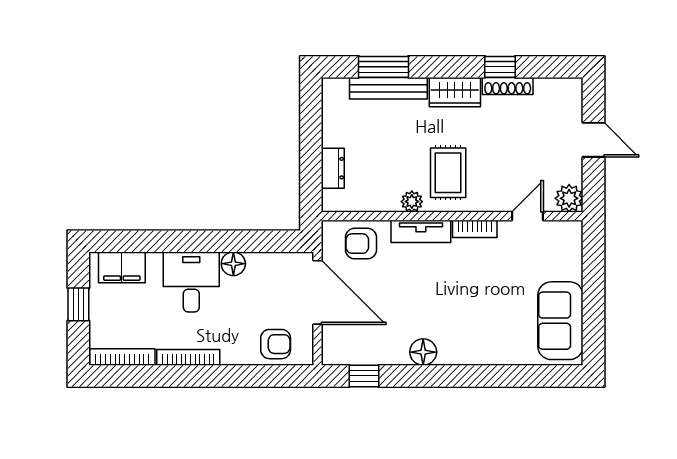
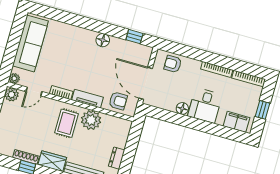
dresser: (333, 168) -> (117, 158), moved
plant: (412, 202) -> (91, 120), width x1.87, depth x1.87
plant: (572, 231) -> (14, 78), added
sofa: (560, 321) -> (30, 43), width x1.36

